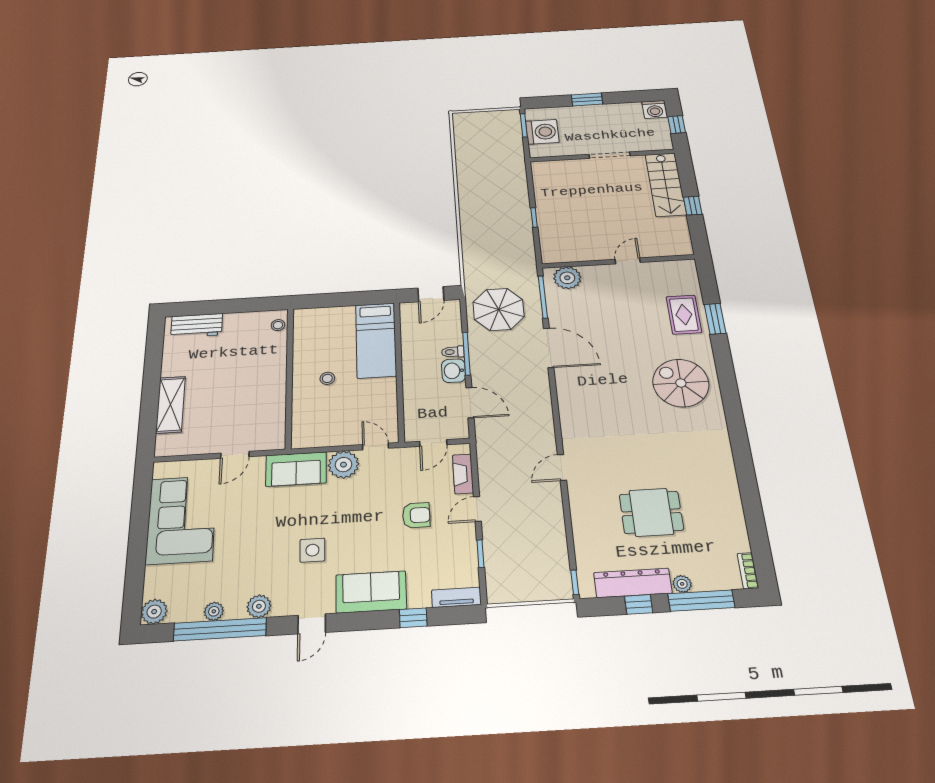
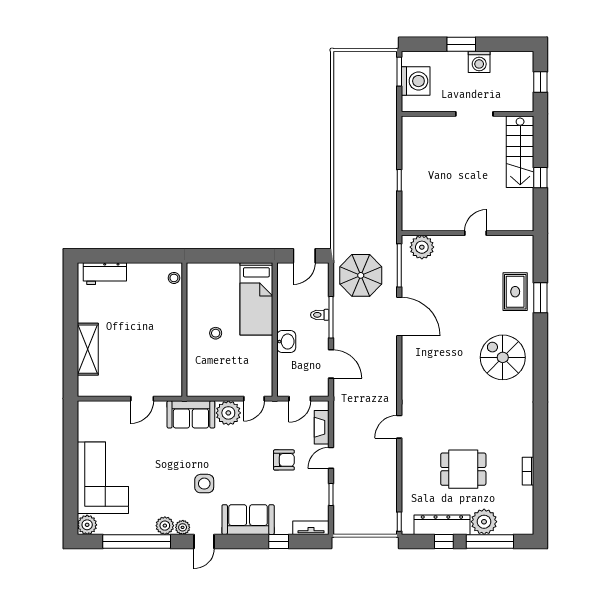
washing machine: (655, 109) -> (479, 62), moved
washbasin: (454, 371) -> (286, 342), moved, turned 180
door: (376, 446) -> (254, 399), swing flipped
corner sofa: (181, 520) -> (103, 478), moved
bookcase: (748, 571) -> (528, 471), moved
plant: (682, 584) -> (484, 522), width x1.88, depth x1.88
plant: (214, 611) -> (183, 527), moved

